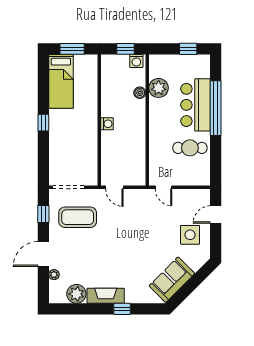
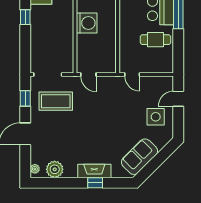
washing machine: (107, 124) -> (87, 23), width x1.89, depth x1.89
plant: (54, 275) -> (35, 169), moved
fireplace: (106, 296) -> (94, 171), moved

